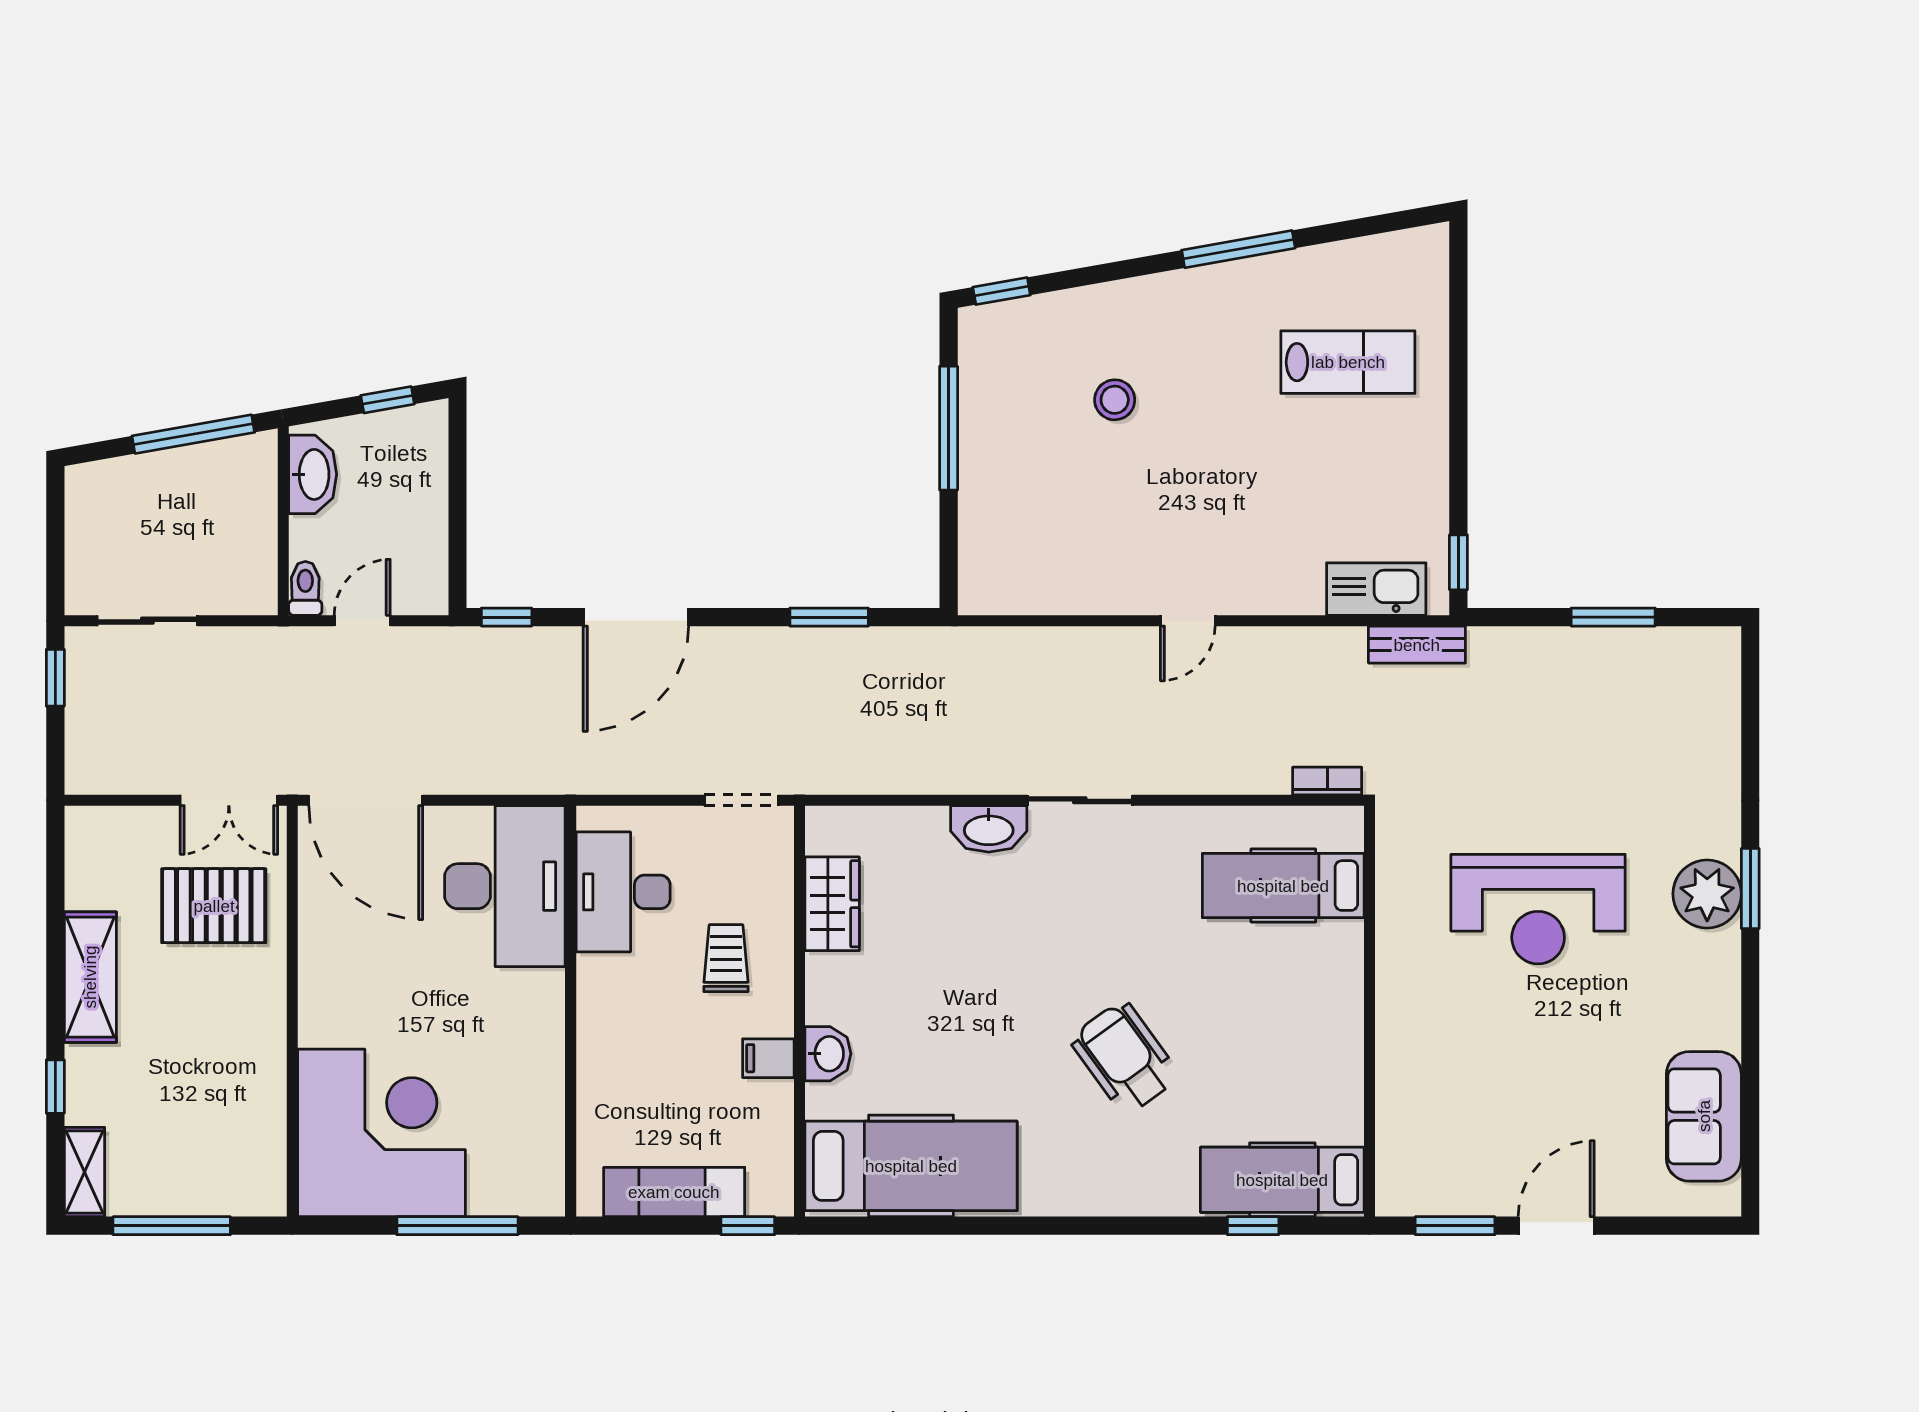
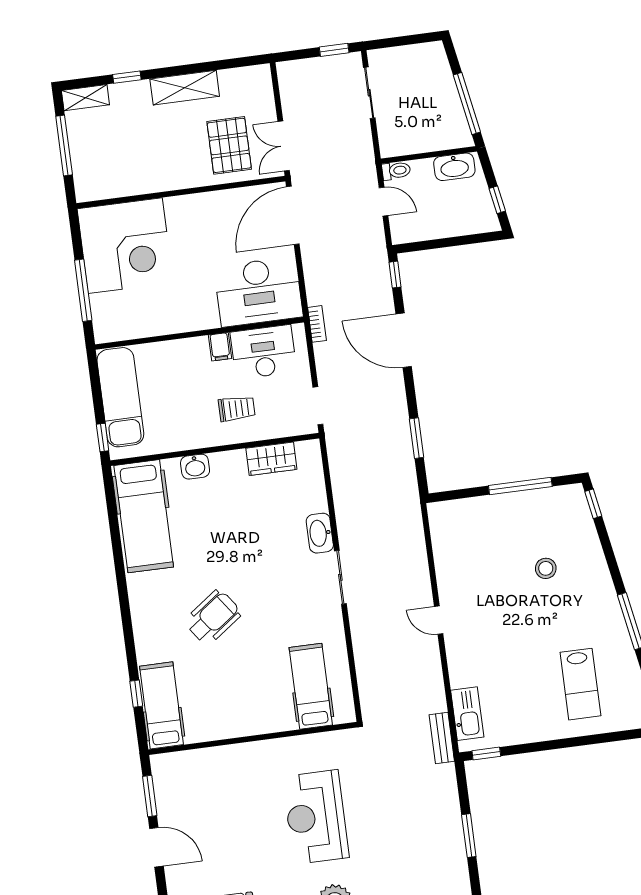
bookcase: (1327, 781) -> (317, 324), moved
filing cabinet: (768, 1058) -> (220, 347), moved, turned 180
exam couch: (674, 1192) -> (120, 397), width x1.36, depth x1.45

